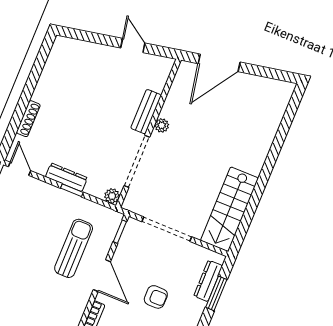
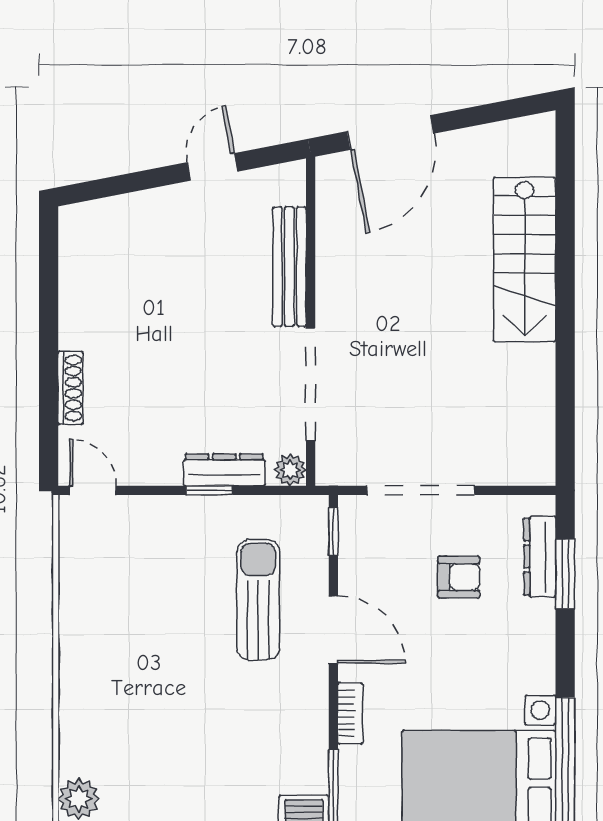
door: (133, 46) -> (212, 167), hinge flipped
bench: (146, 112) -> (289, 267), width x1.36
plant: (162, 125) -> (330, 297), removed
dresser: (66, 177) -> (224, 470), moved
stairs: (229, 209) -> (525, 259), moved
armchair: (156, 297) -> (459, 577), moved

